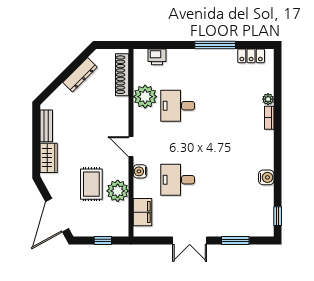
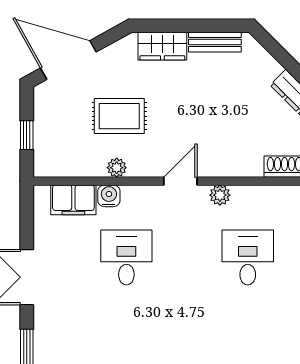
plant: (145, 97) -> (220, 195), moved, width x0.53, depth x0.53
water cooler: (140, 171) -> (109, 196), moved
plant: (118, 191) -> (117, 168), width x0.53, depth x0.53

